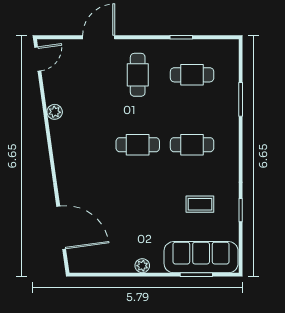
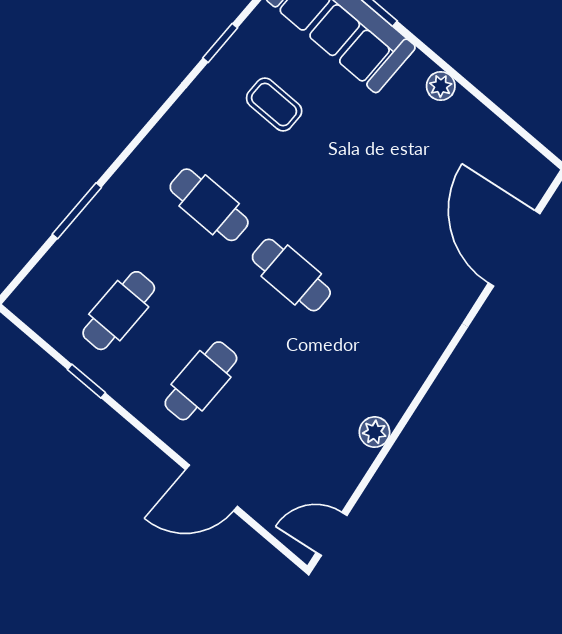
cafe table: (192, 75) -> (119, 311), turned 90

